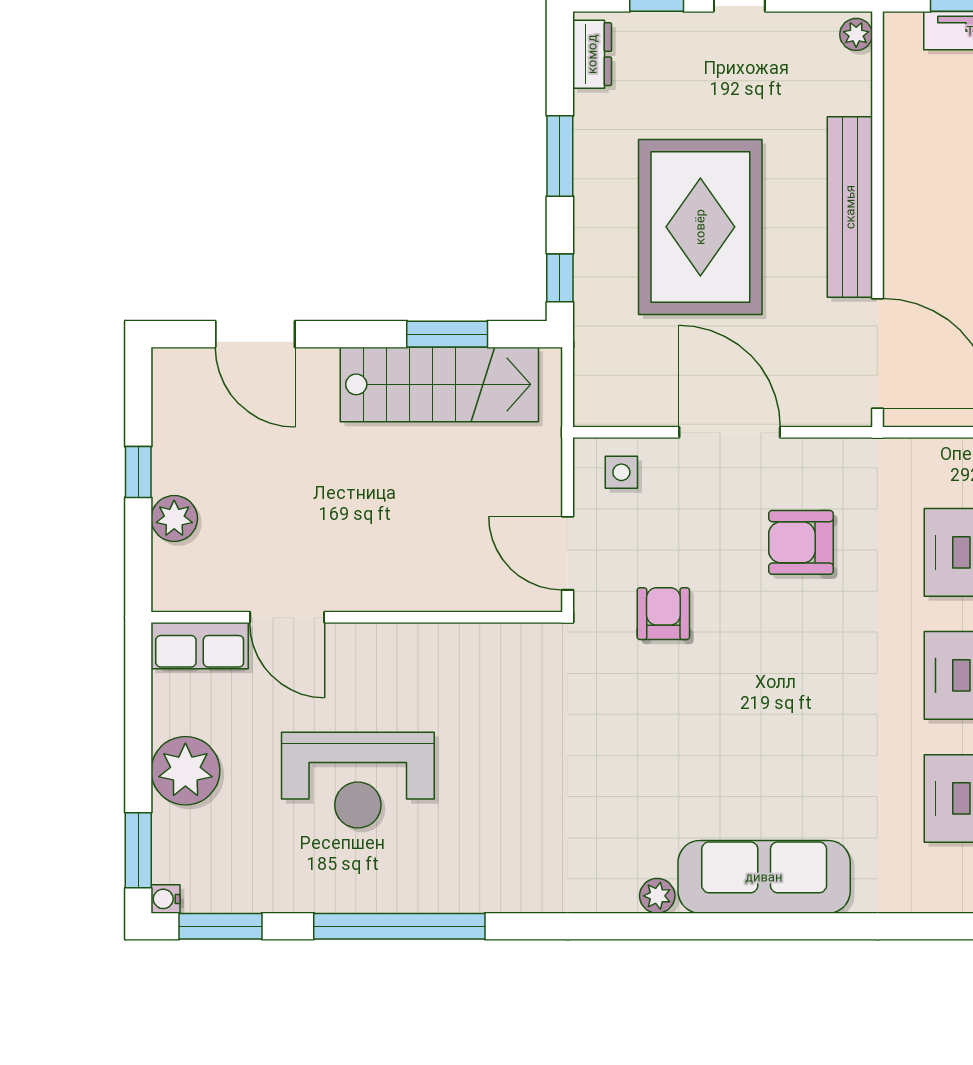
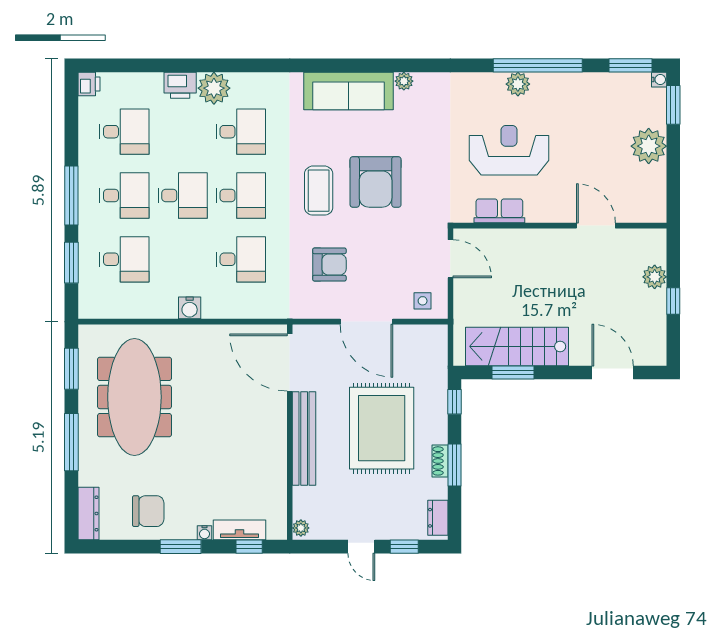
shoe rack: (588, 164) -> (440, 461), added
armchair: (663, 614) -> (376, 182), moved, width x1.88, depth x1.88
row of seats: (200, 646) -> (499, 211), moved
coffee table: (822, 685) -> (319, 191), added
reception desk: (358, 780) -> (509, 150), moved
plant: (438, 890) -> (518, 84), added

